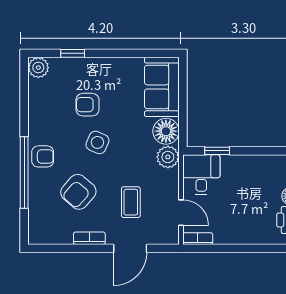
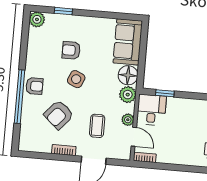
plant: (171, 190) -> (128, 120), added

